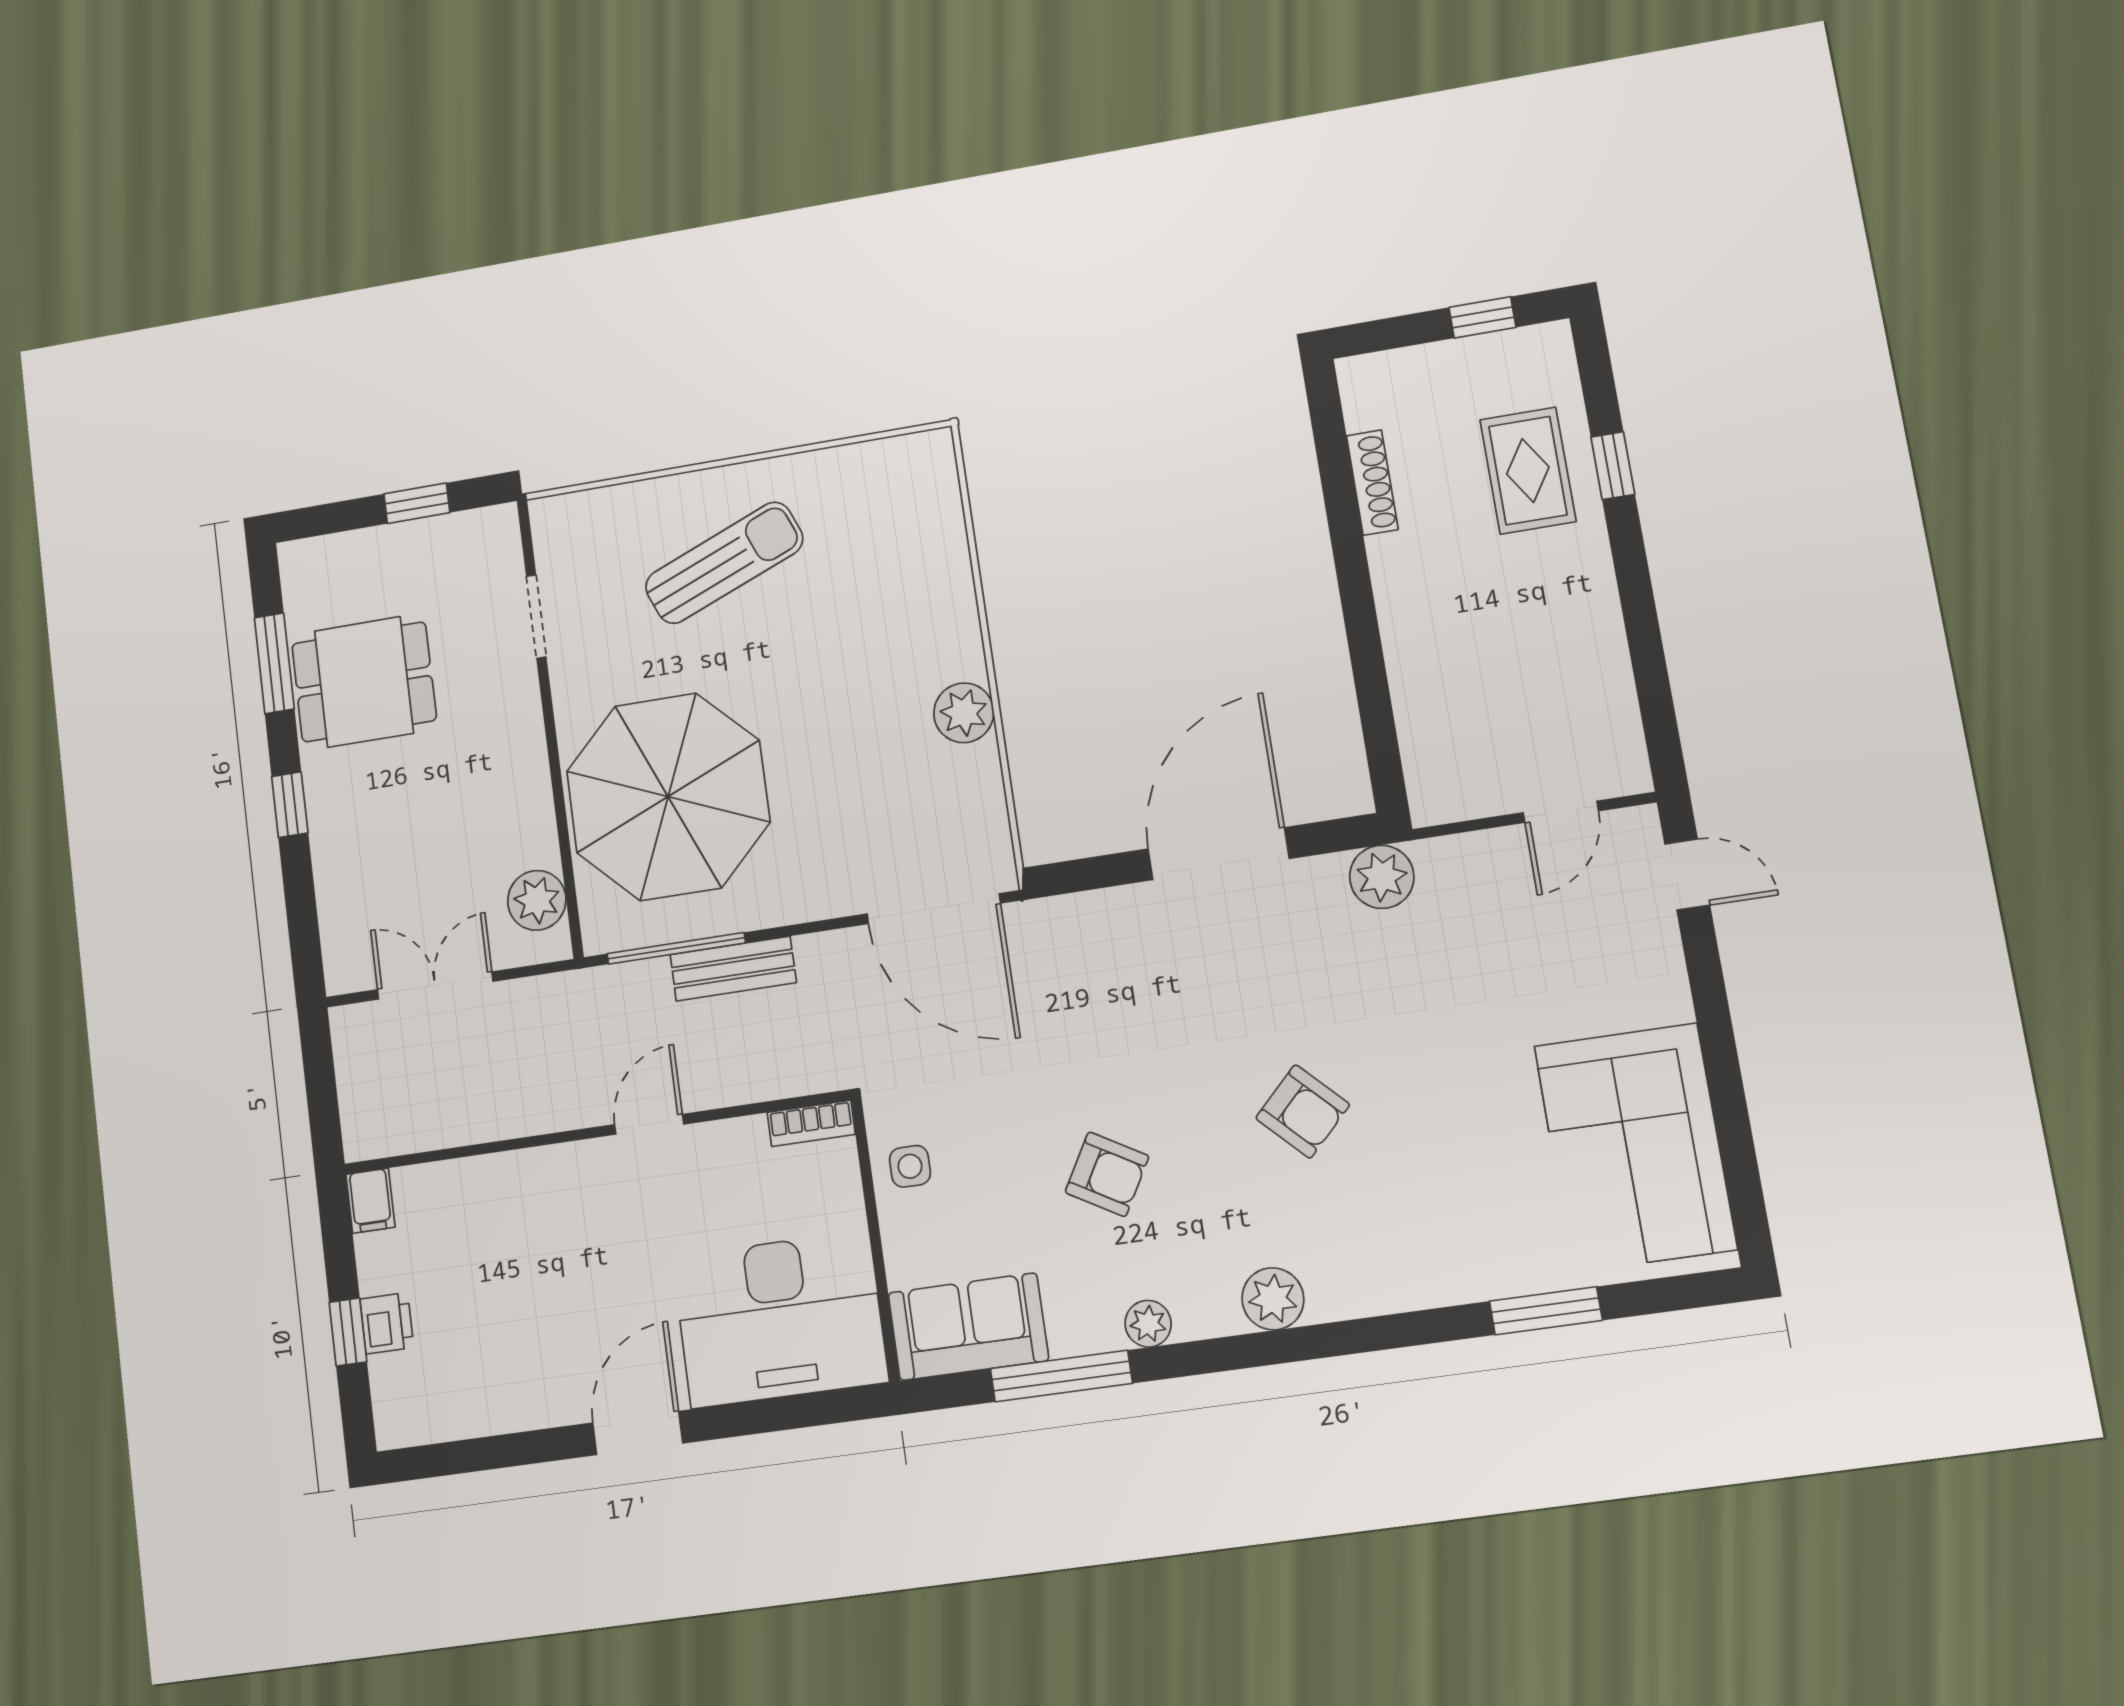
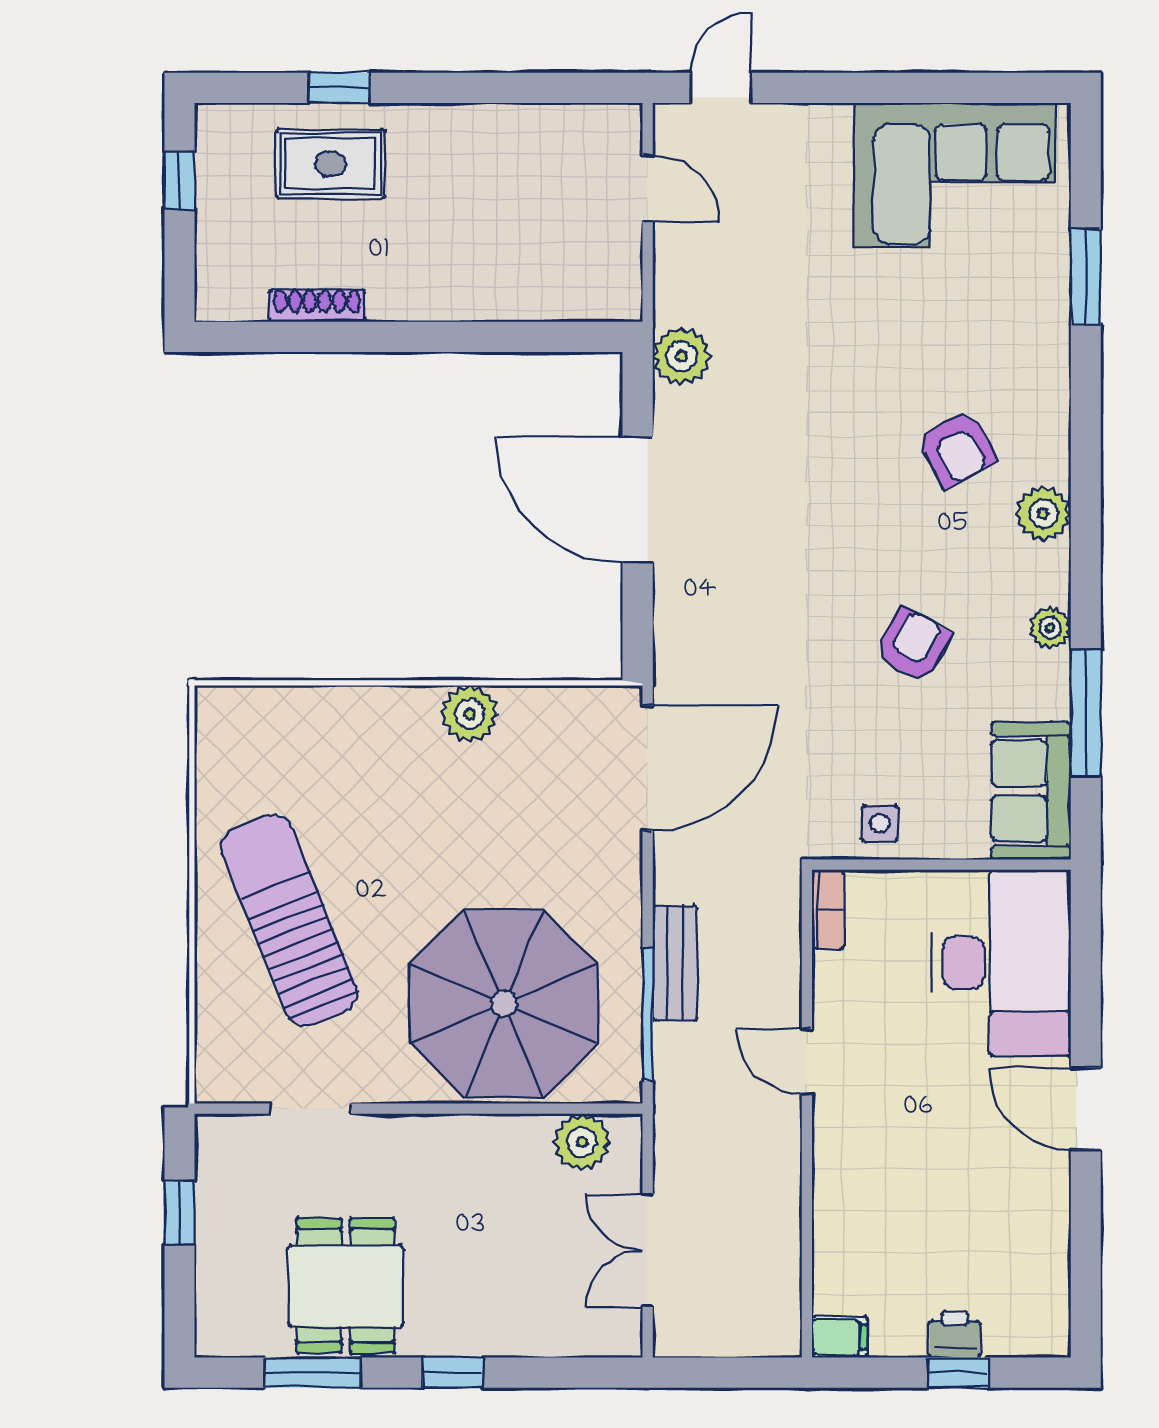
sun lounger: (724, 563) -> (289, 920), width x1.36, depth x1.34
armchair: (1303, 1111) -> (957, 449), moved, turned 107

